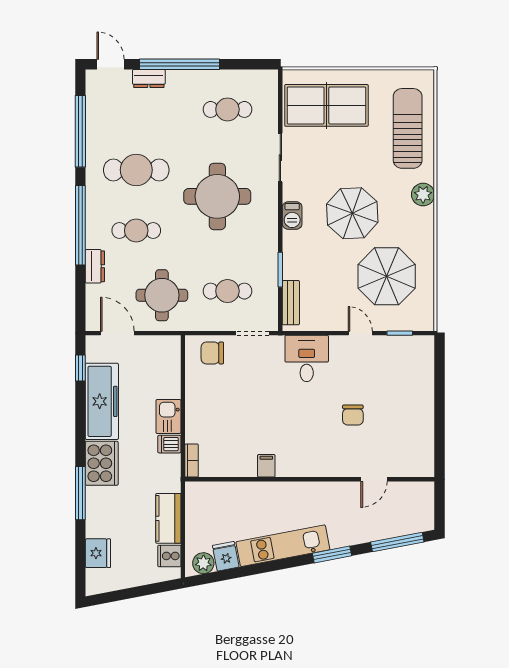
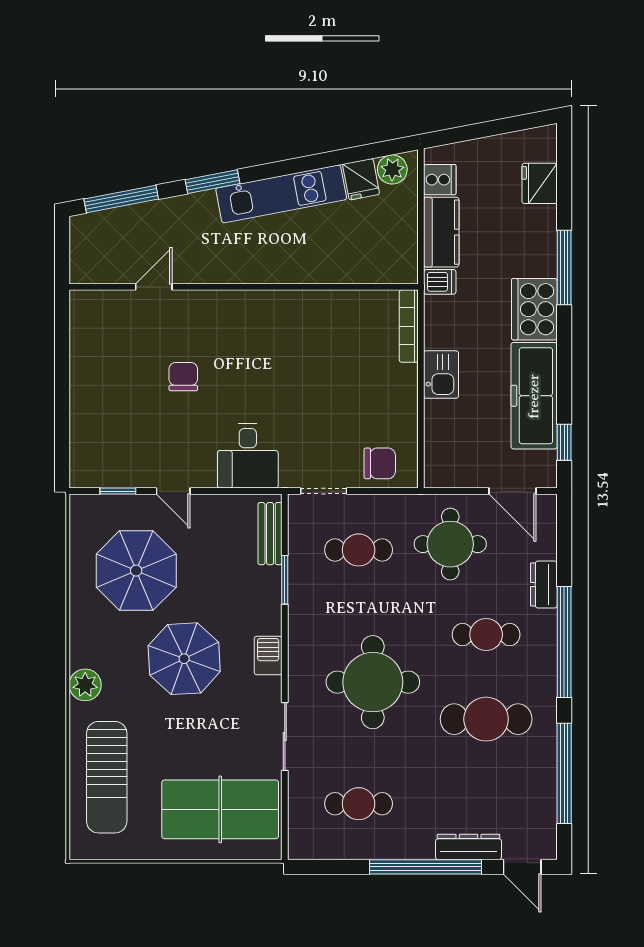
dresser: (149, 79) -> (469, 847), width x1.44
dishwasher: (169, 444) -> (440, 282), moved
bookcase: (192, 461) -> (409, 326), width x1.56
filing cabinet: (266, 466) -> (304, 306), removed

